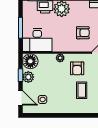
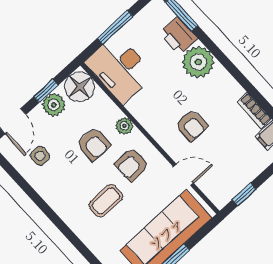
armchair: (57, 76) -> (94, 144), added

